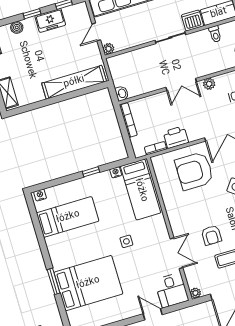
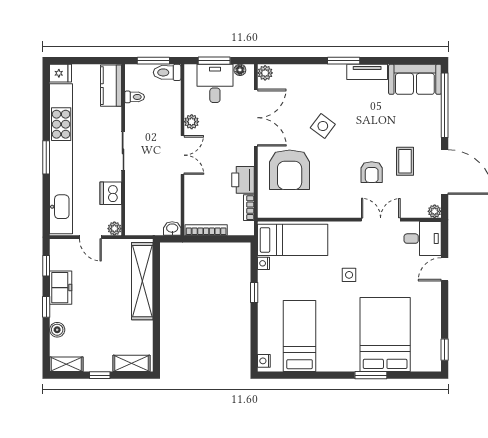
dishwasher: (193, 21) -> (111, 193), moved
armchair: (211, 235) -> (372, 172), turned 90

